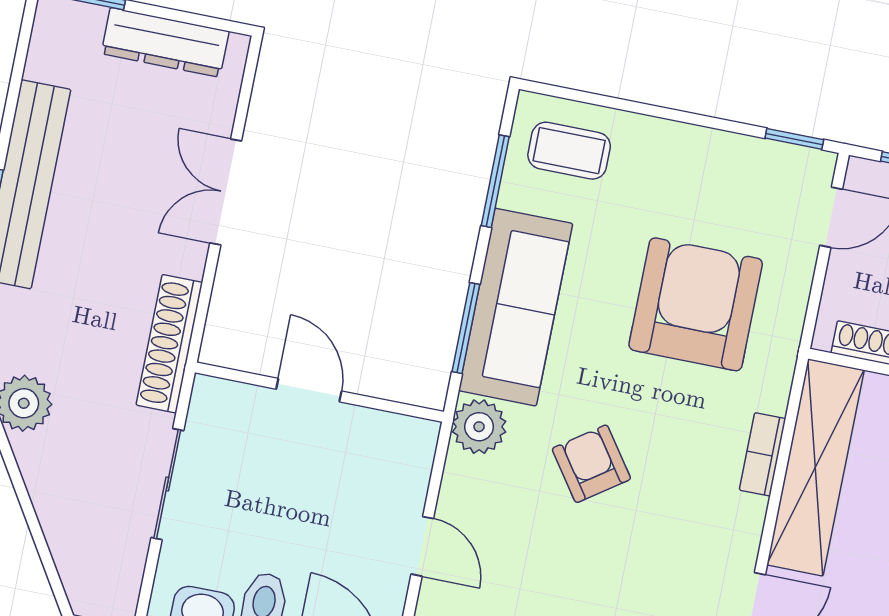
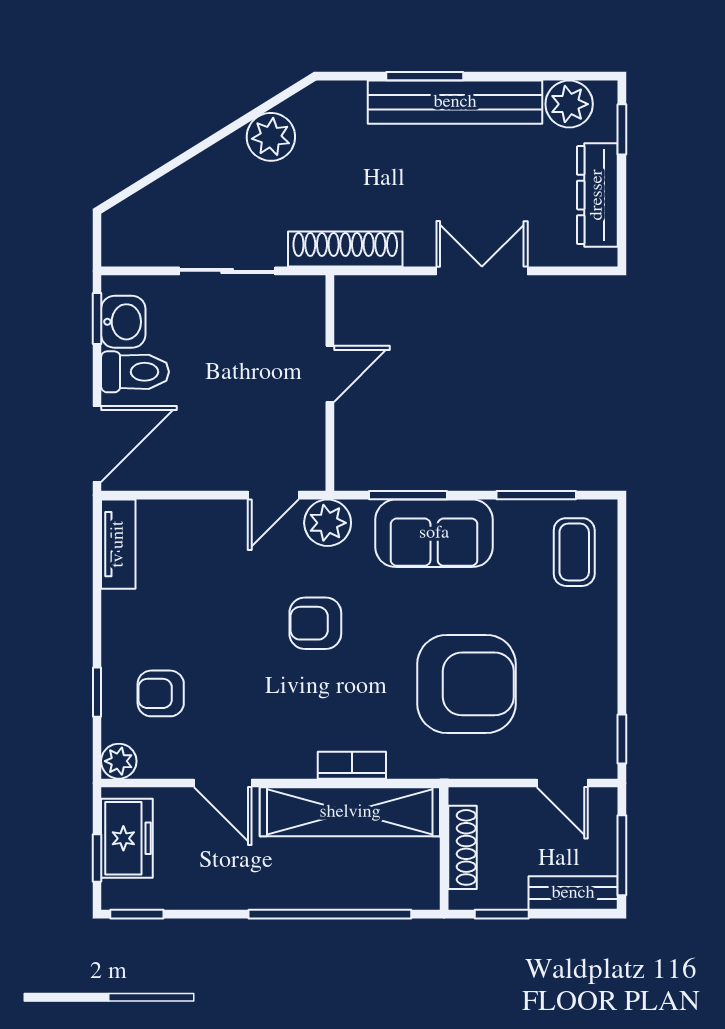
plant: (54, 54) -> (569, 104), added
sofa: (516, 307) -> (434, 533), width x0.73
armchair: (591, 464) -> (315, 623), turned -145
door: (422, 546) -> (273, 495), moved

